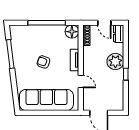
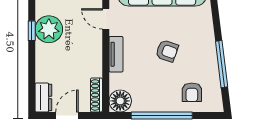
door: (104, 23) -> (67, 115), hinge flipped
armchair: (28, 37) -> (192, 92), added
plant: (115, 61) -> (49, 29), moved

